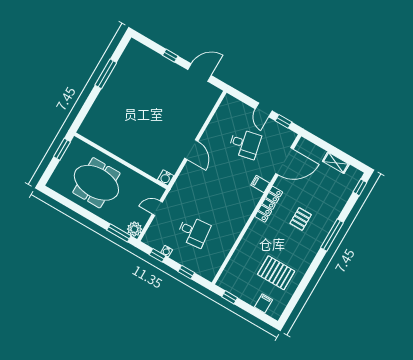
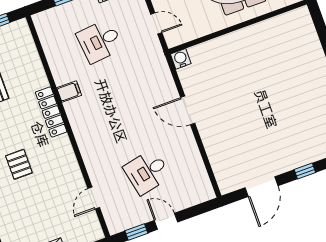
door: (284, 161) -> (94, 198), width x0.53
filing cabinet: (260, 184) -> (69, 92), moved
locker: (269, 204) -> (51, 112), moved
door: (157, 208) -> (156, 23), hinge flipped

